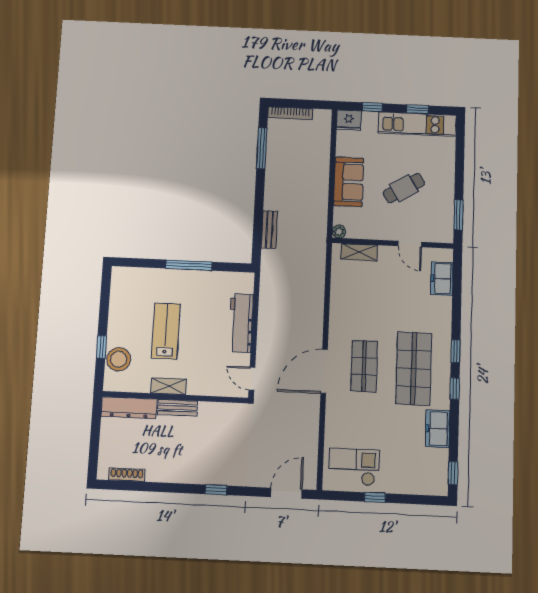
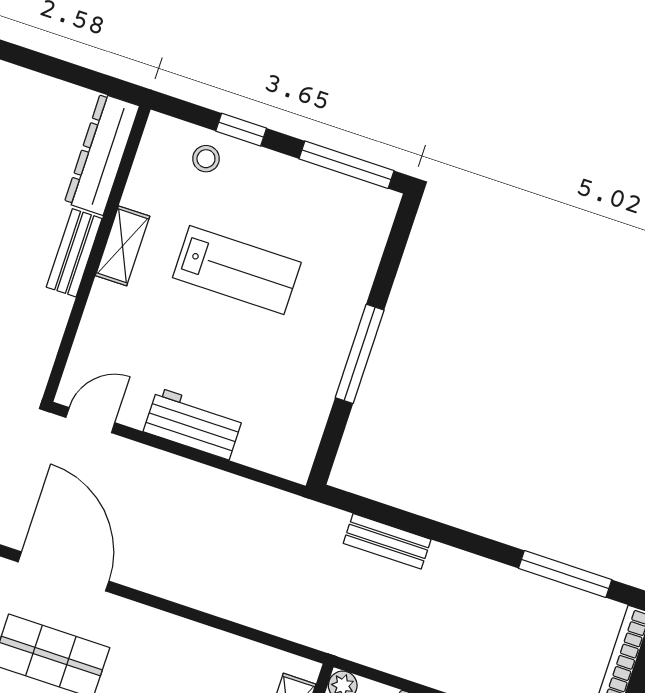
window: (105, 295) -> (346, 165), added
workbench: (241, 323) -> (193, 424), width x0.73
stool: (119, 359) -> (206, 159), width x0.53, depth x0.53

